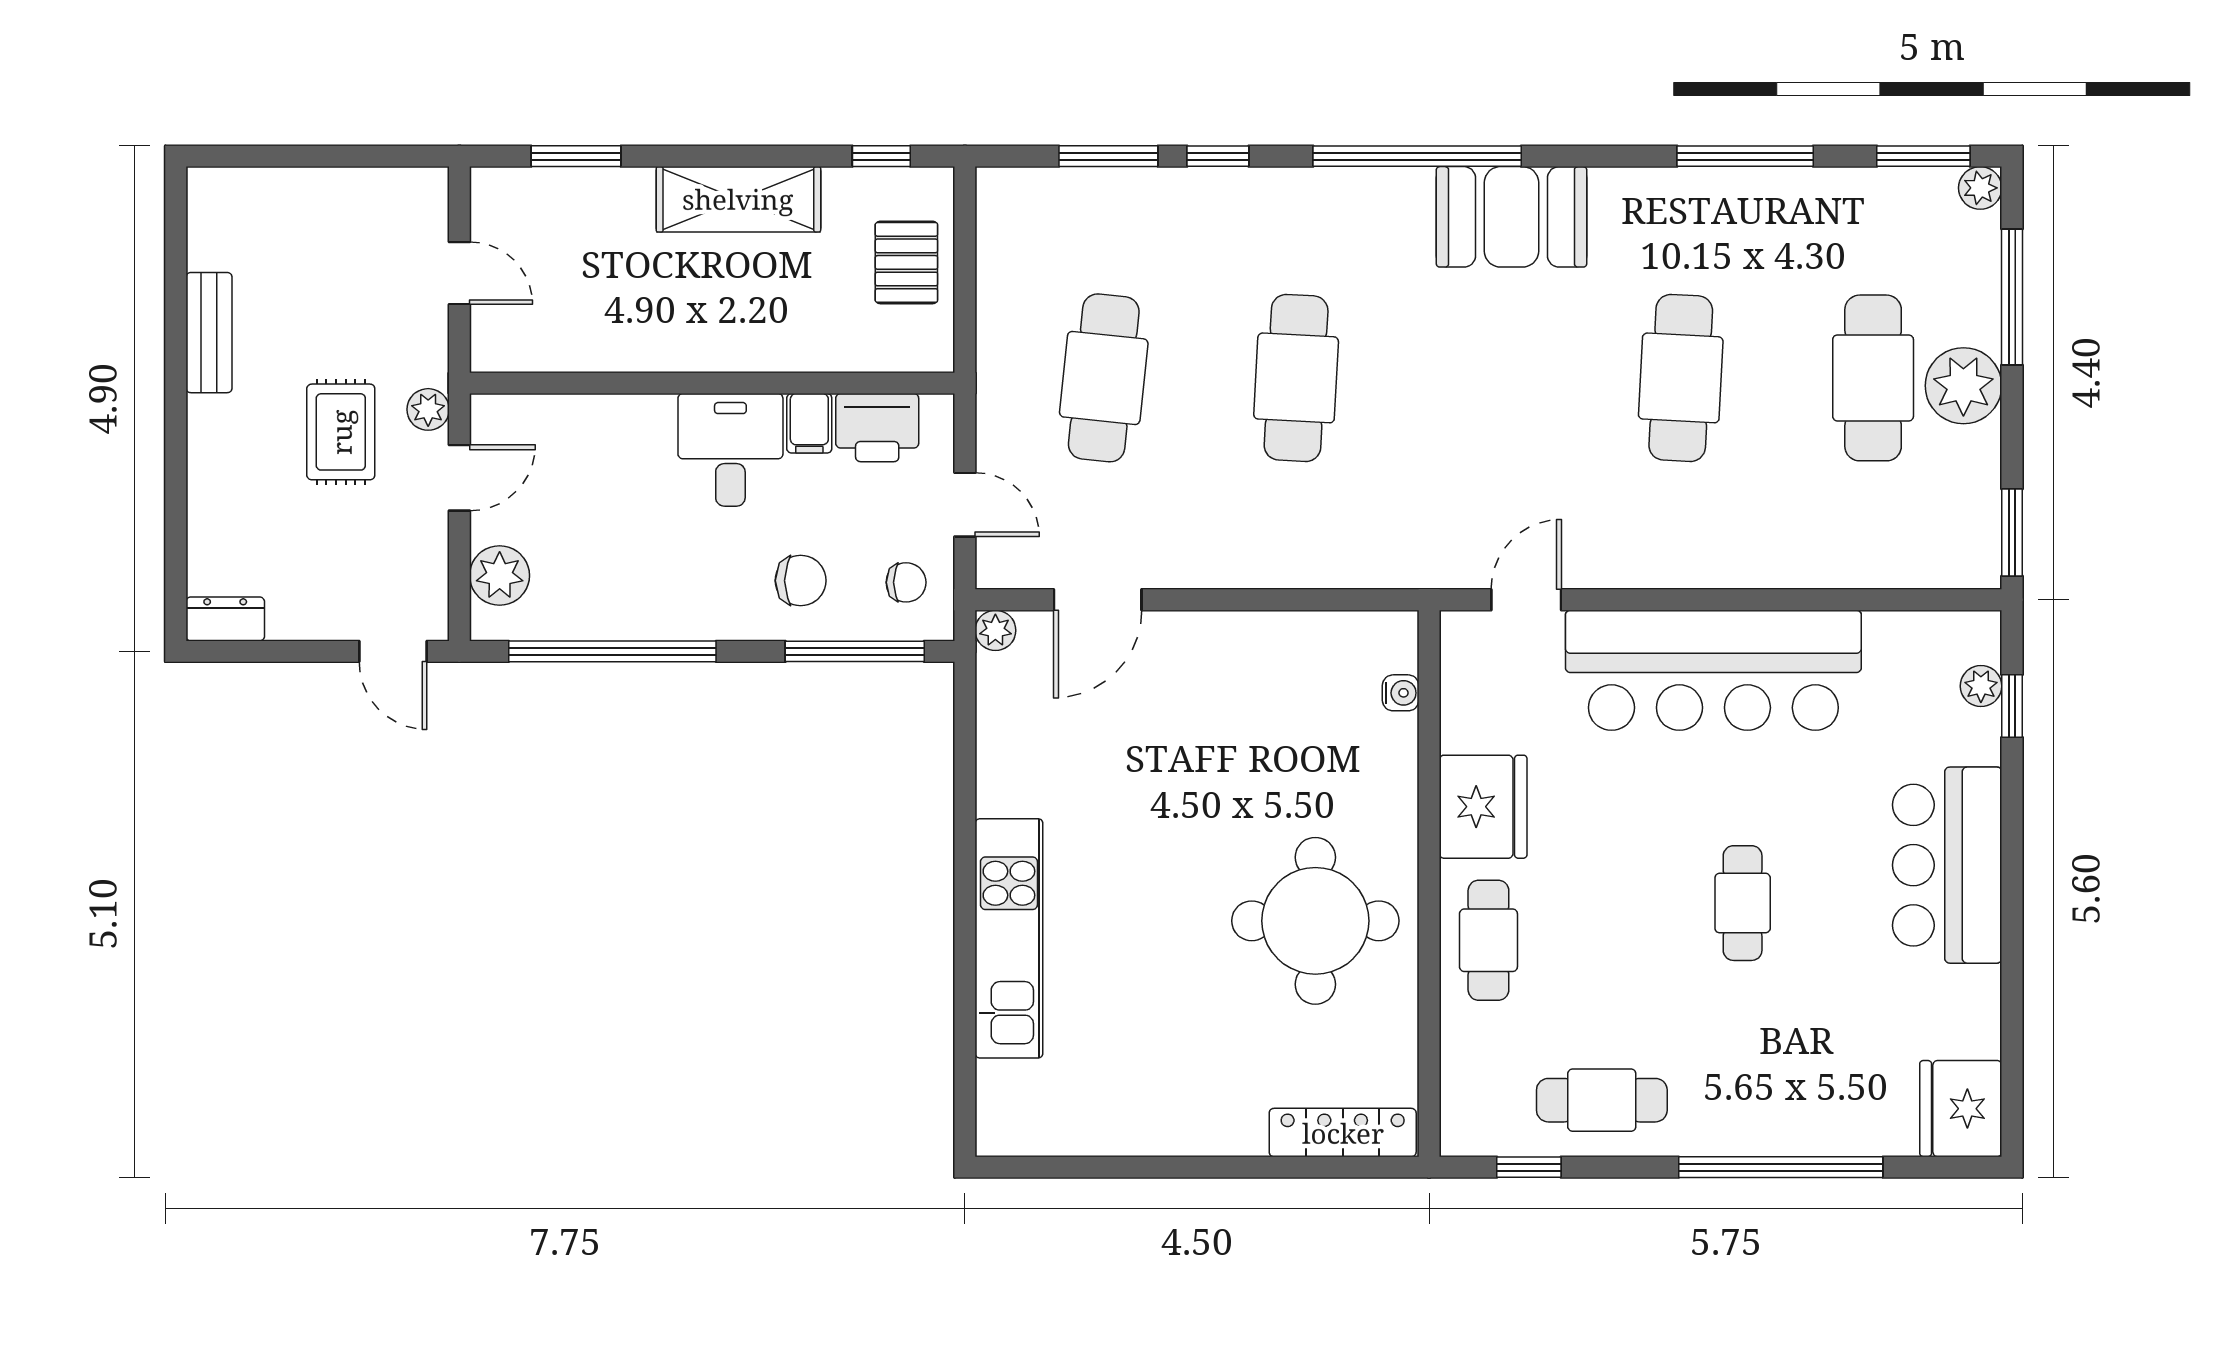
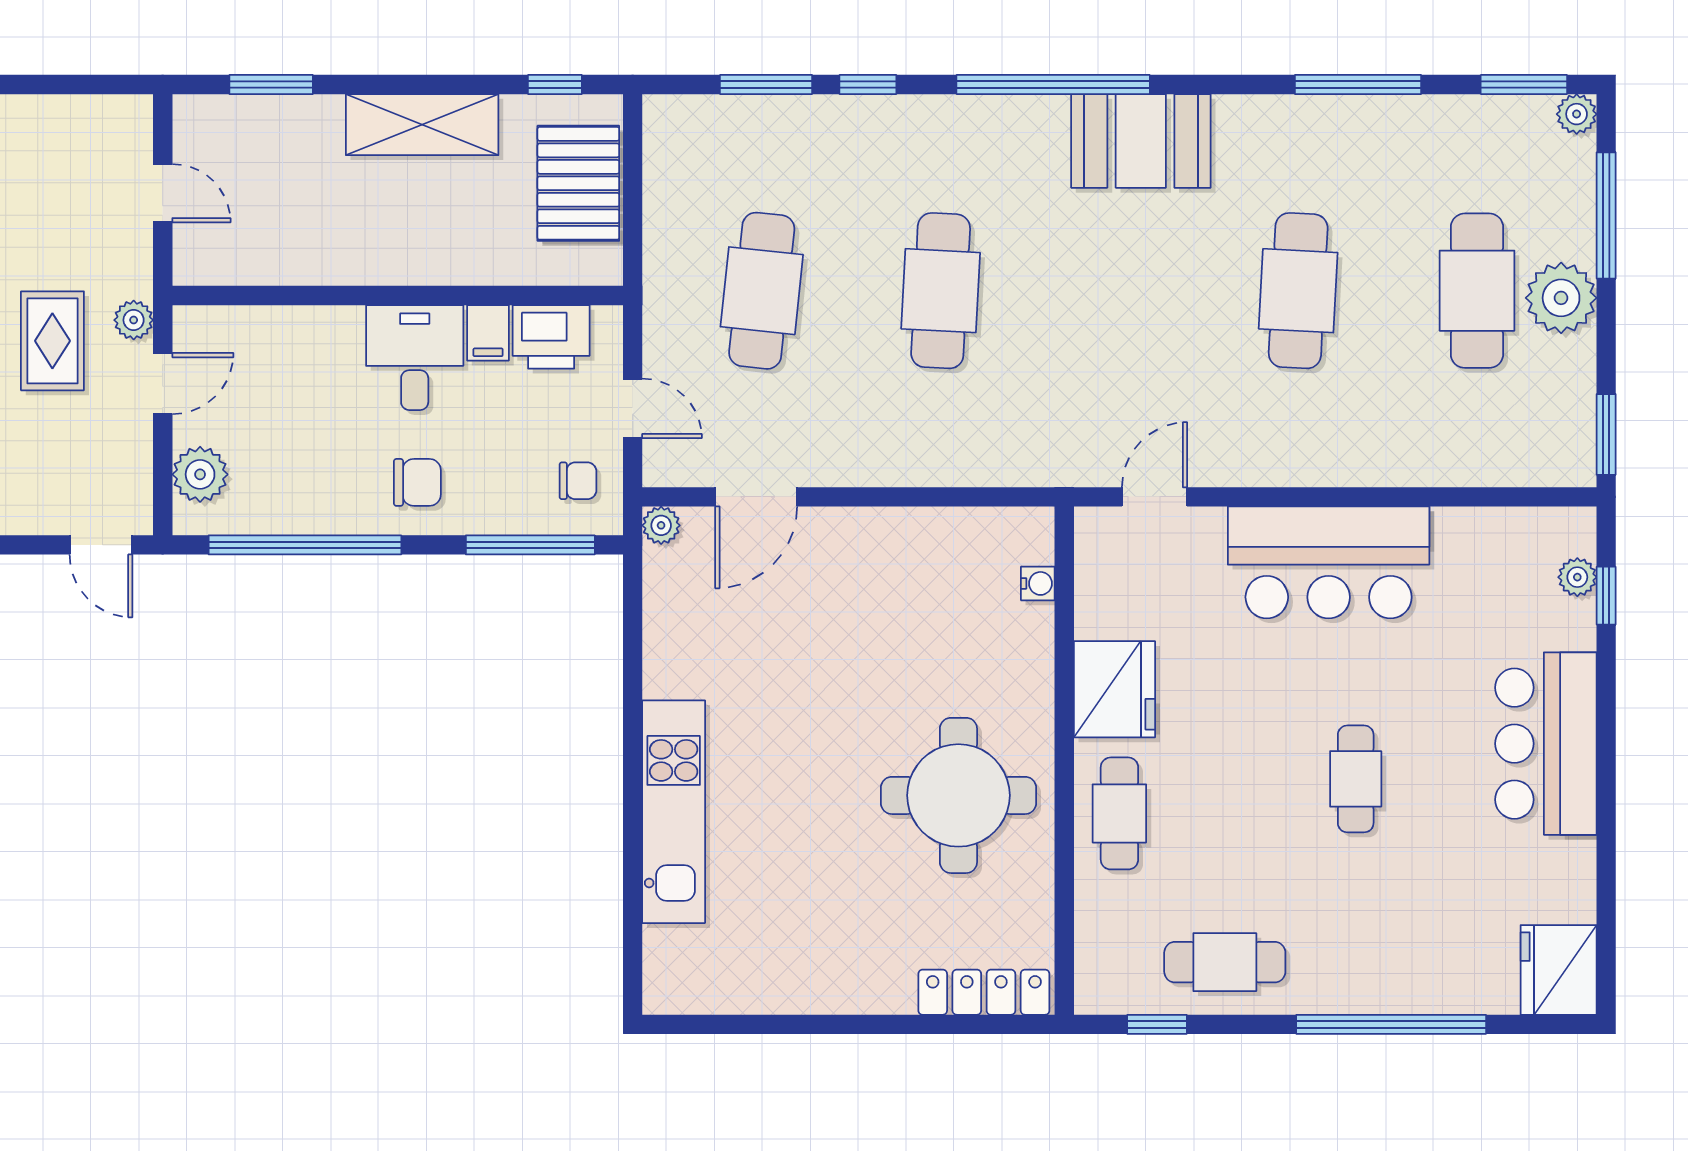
pallet: (906, 262) -> (578, 183), width x1.50, depth x1.42
chair: (801, 581) -> (417, 482), moved
bar counter: (1713, 670) -> (1329, 562), width x0.73

